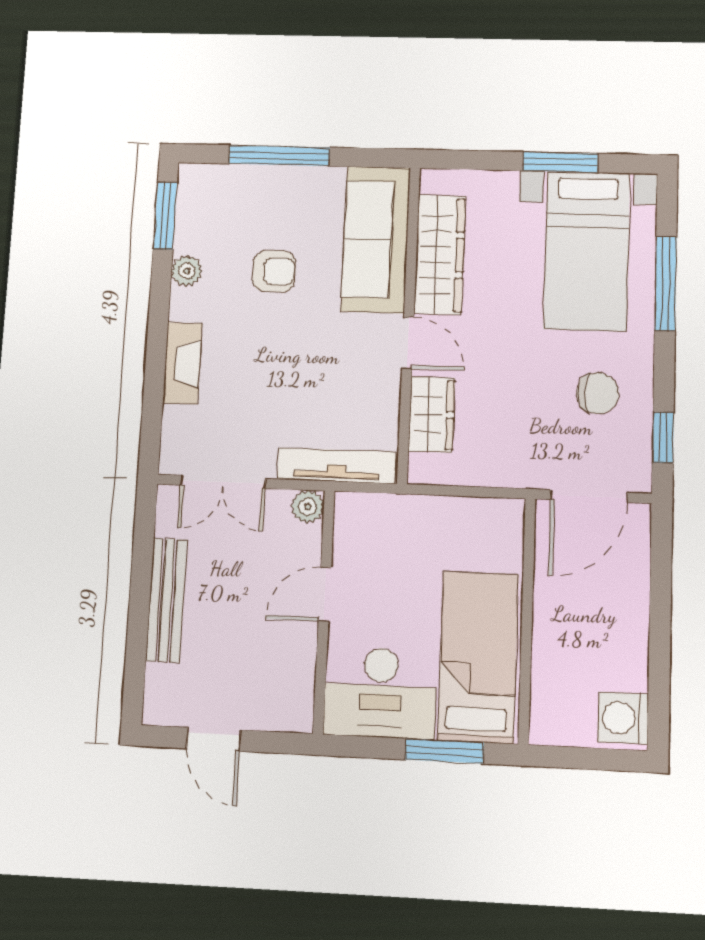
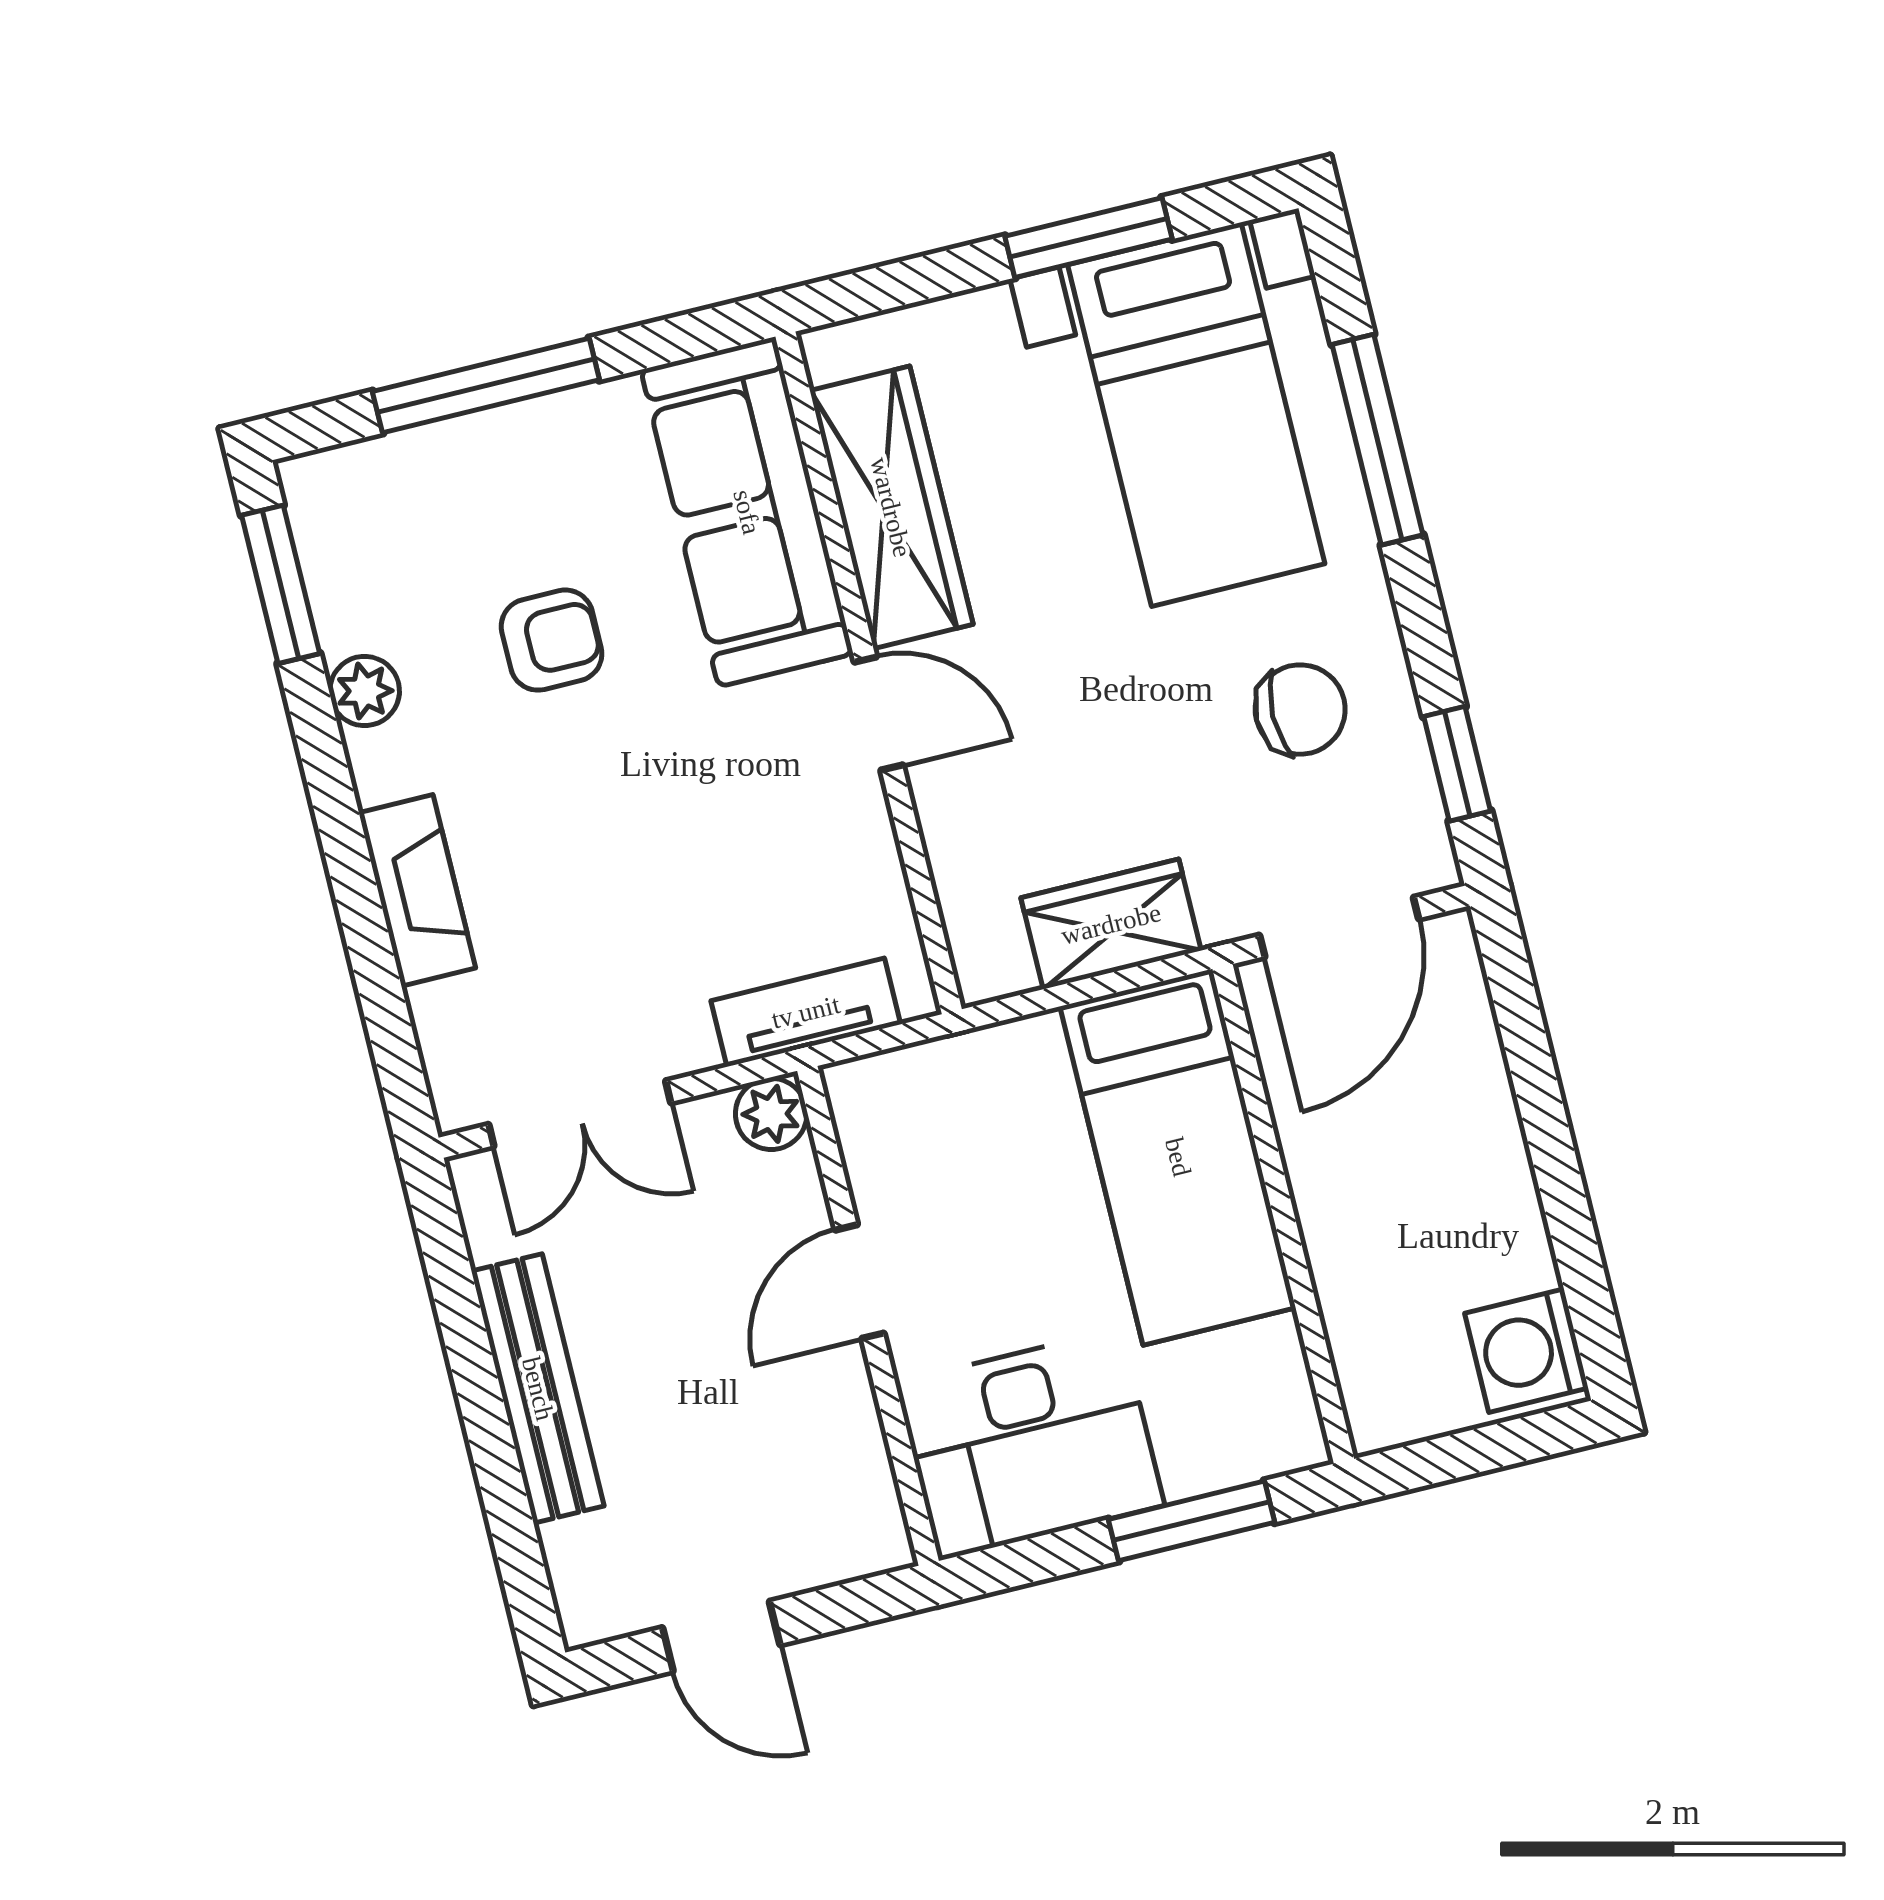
wardrobe: (432, 415) -> (1111, 924), moved, turned -90
tv unit: (337, 466) -> (806, 1012), width x0.71
bed: (478, 657) -> (1178, 1157), moved, turned 180

